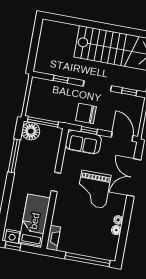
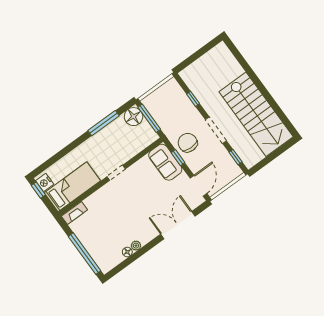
grand piano: (93, 189) -> (139, 205), removed

